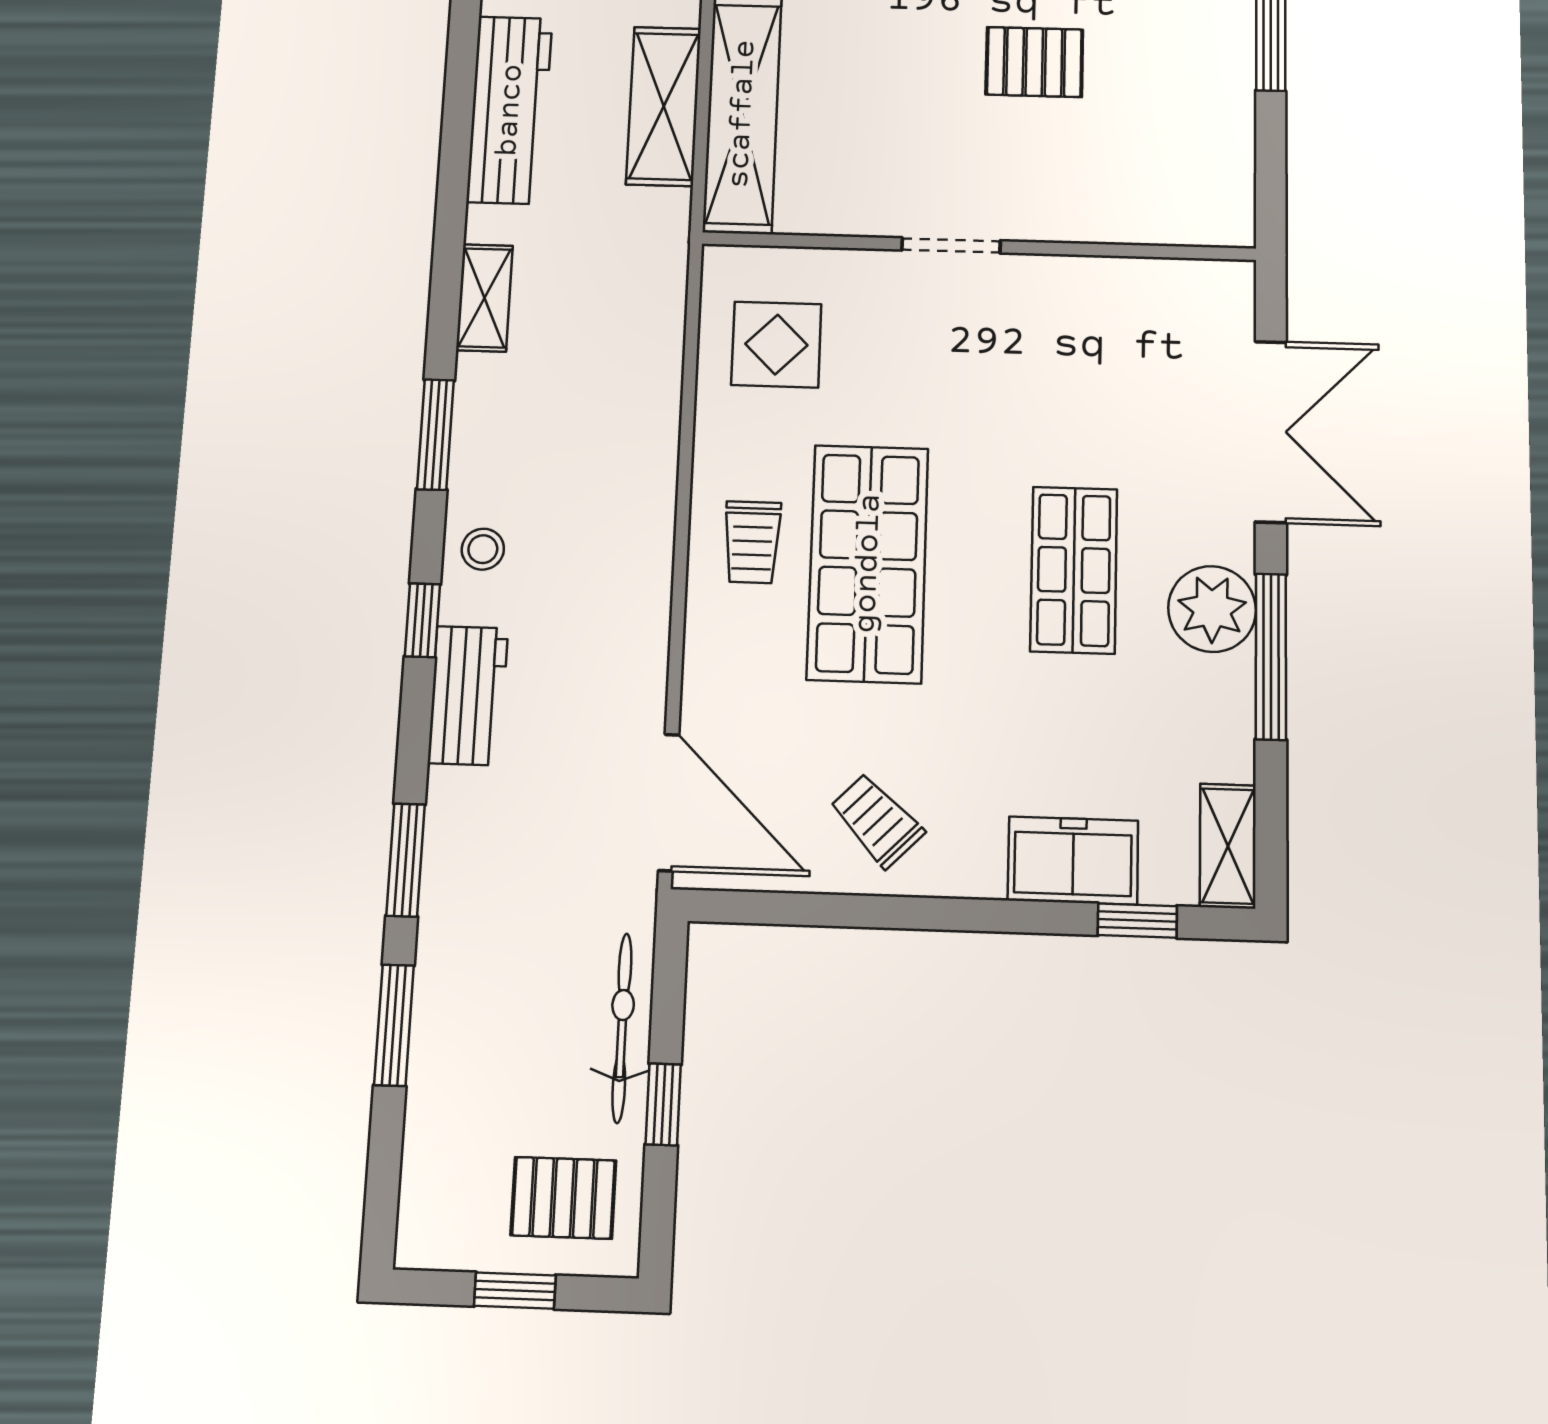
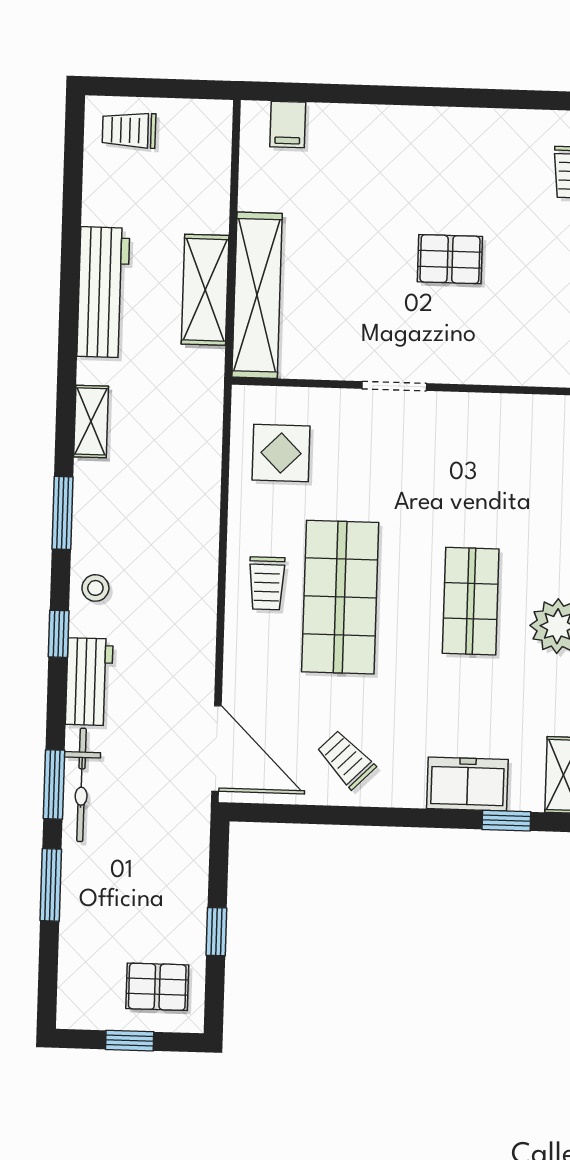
bicycle: (622, 1028) -> (81, 785), moved, turned 180

